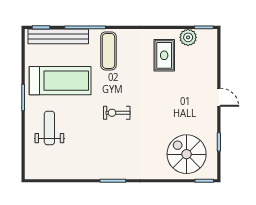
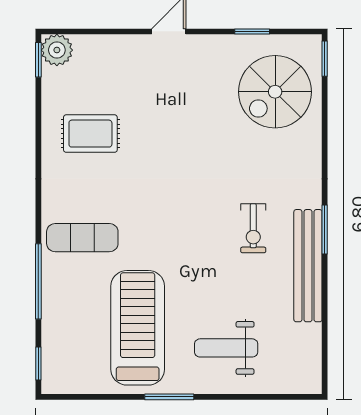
bench: (58, 36) -> (308, 266), moved
plant: (188, 37) -> (57, 50), moved
exercise bike: (117, 113) -> (253, 228), moved

